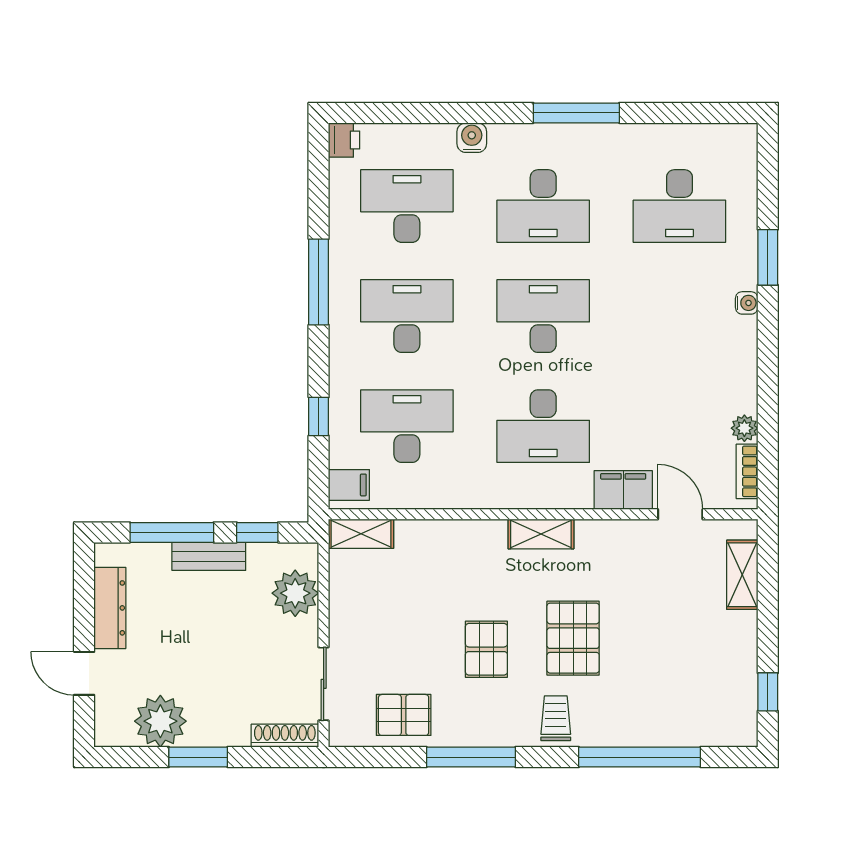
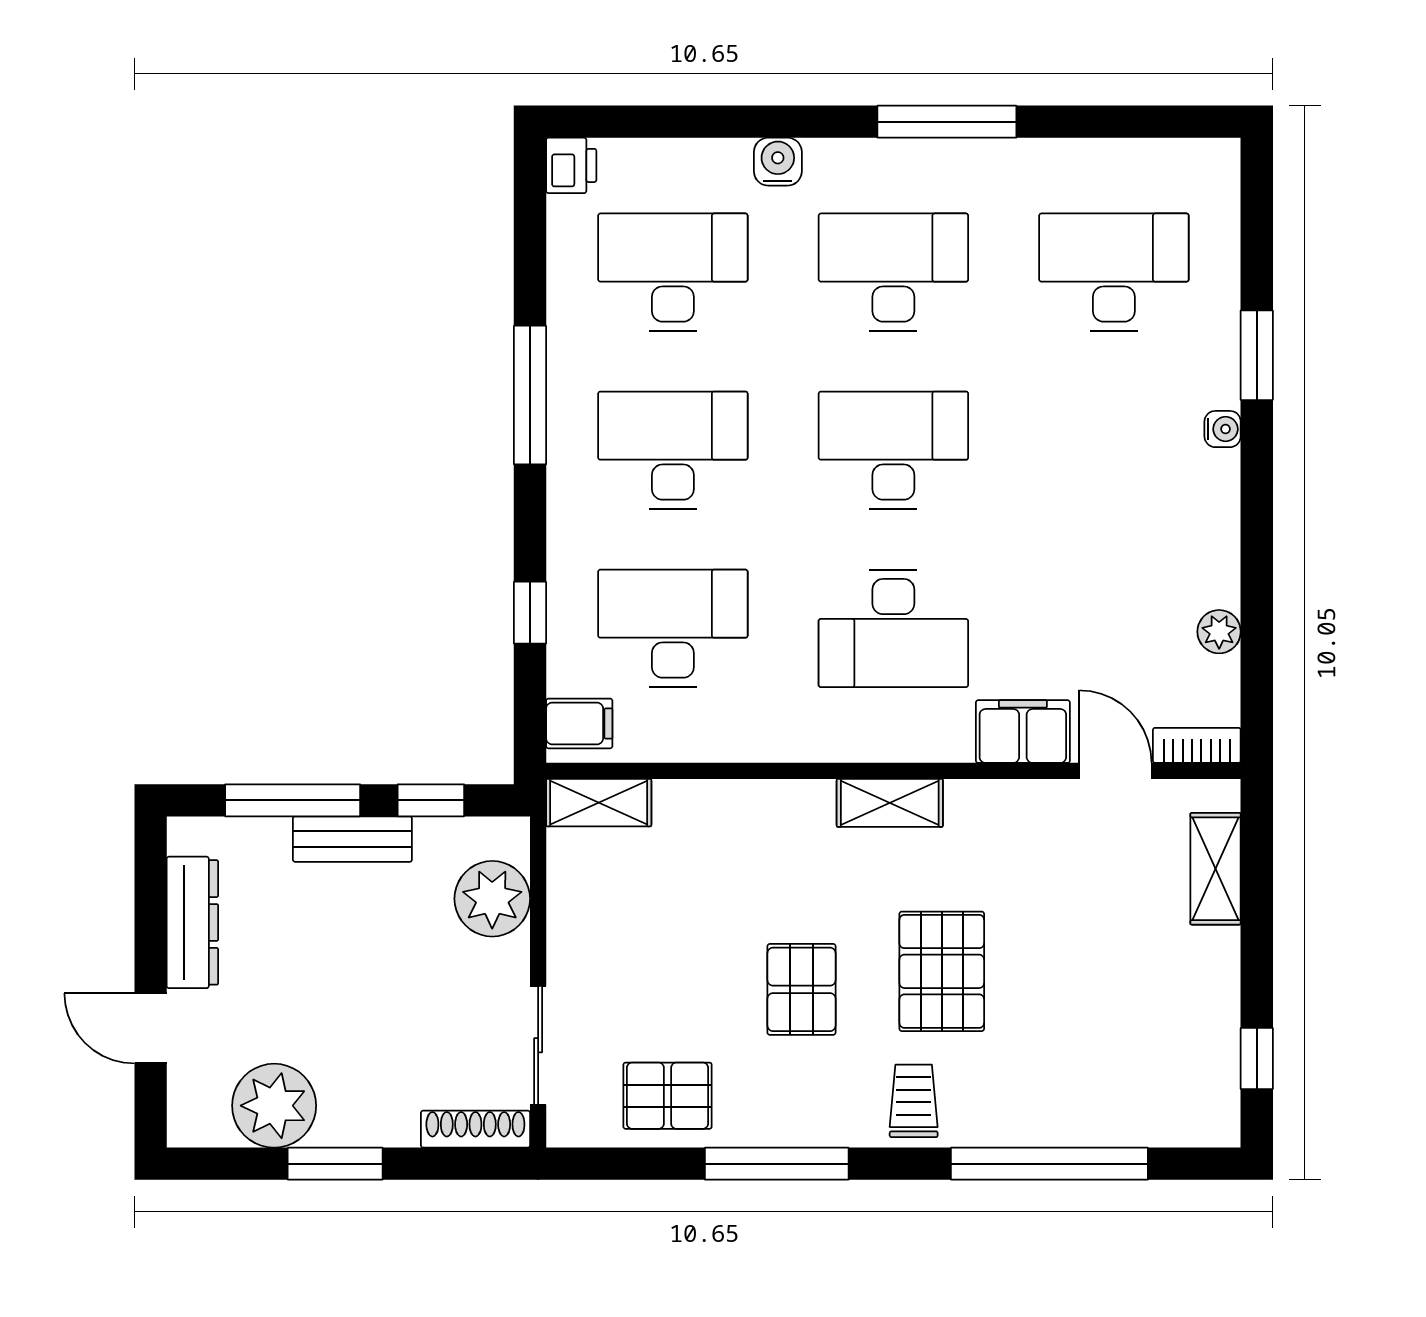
desk: (543, 206) -> (893, 272), turned 180
desk: (679, 206) -> (1114, 272), turned 180
bookcase: (747, 471) -> (1197, 745), moved, turned 90

